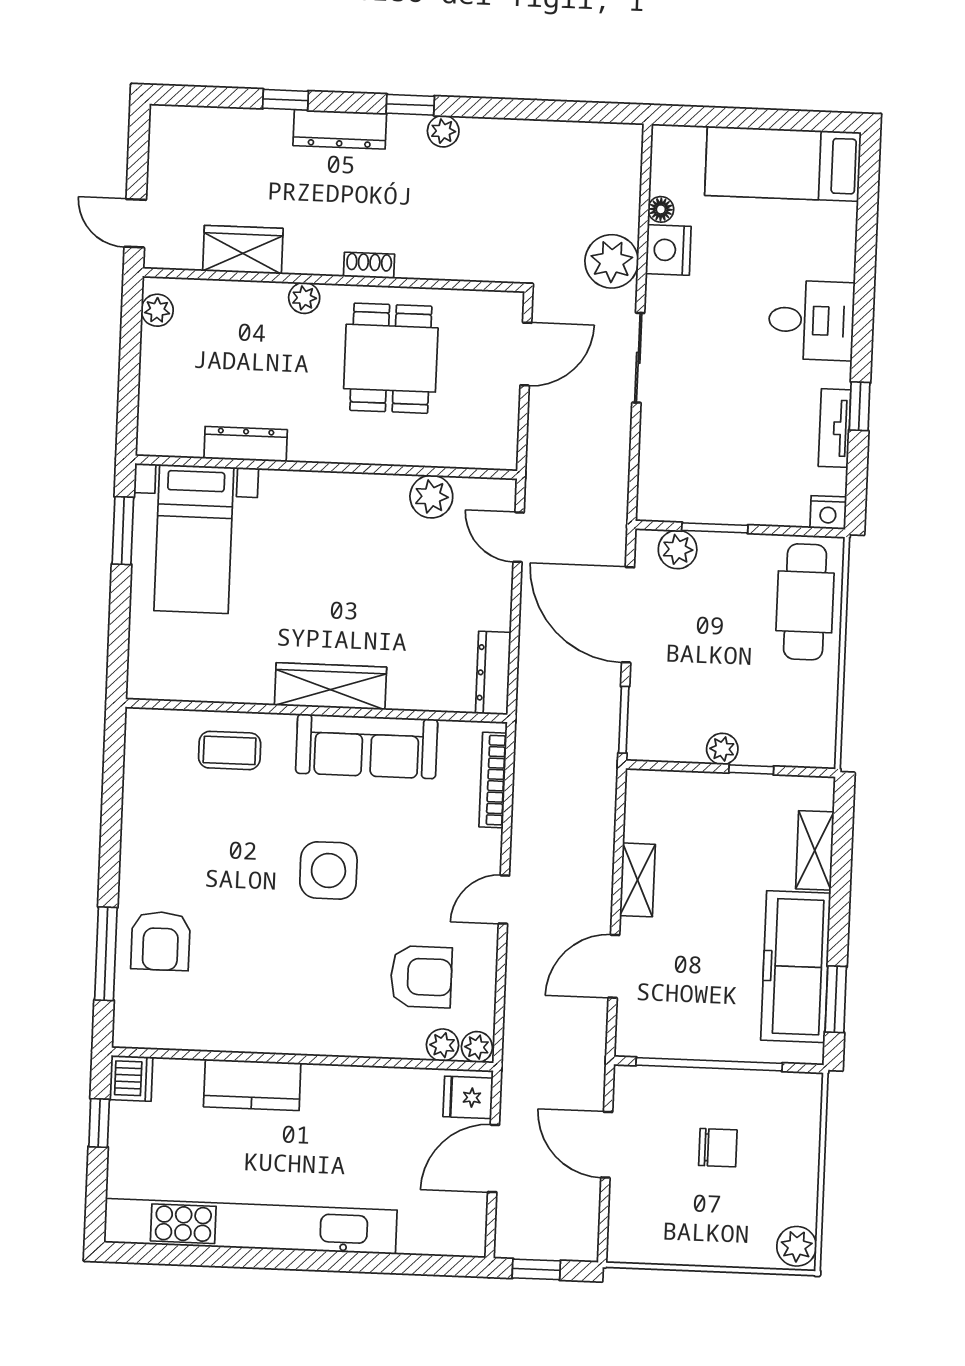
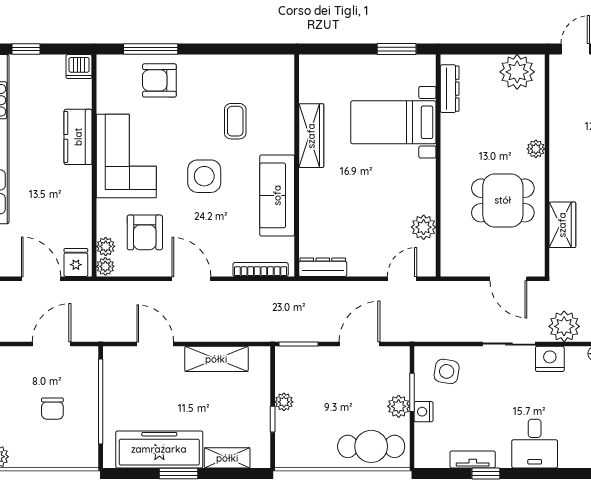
wardrobe: (243, 250) -> (562, 225), moved
nightstand: (668, 250) -> (550, 359), moved
shoe rack: (369, 265) -> (556, 186), removed
plant: (157, 310) -> (517, 72), width x1.87, depth x1.87
dresser: (246, 444) -> (450, 89), moved
side table: (681, 467) -> (447, 371), added
nightstand: (828, 512) -> (424, 412), moved
bed with nightstands: (194, 539) -> (393, 122), moved
plant: (678, 549) -> (399, 406), moved
door: (628, 615) -> (360, 344), width x0.73
wardrobe: (331, 686) -> (311, 136), moved
coffee table: (230, 750) -> (235, 121), moved
shelving: (637, 880) -> (216, 359), width x1.50, depth x1.33
door: (504, 900) -> (191, 279), width x1.37
window: (836, 999) -> (179, 474), moved
corner sofa: (288, 1003) -> (126, 156), added
window: (99, 1123) -> (26, 49), moved

